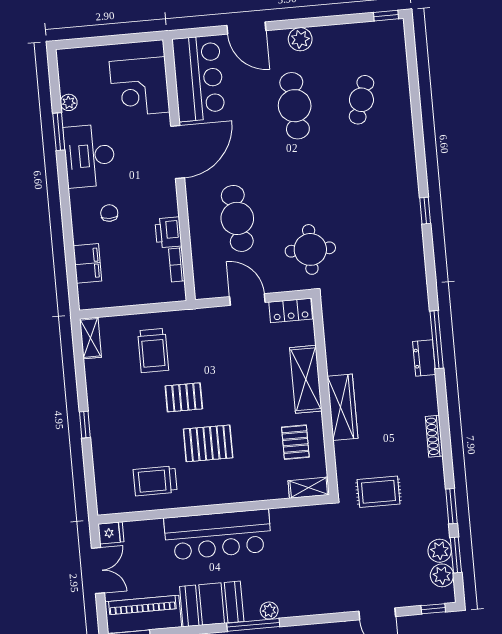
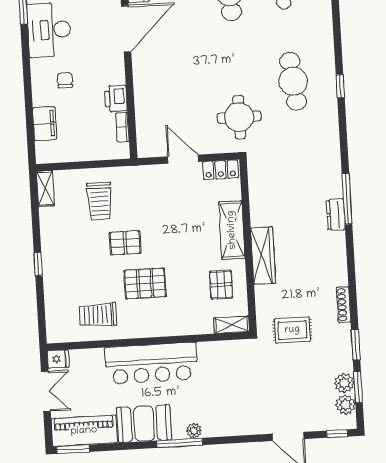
cafe table: (237, 218) -> (293, 81), moved
shoe rack: (434, 436) -> (344, 305), moved

